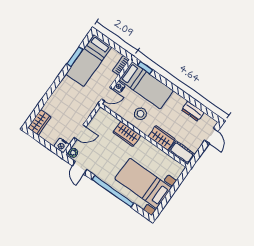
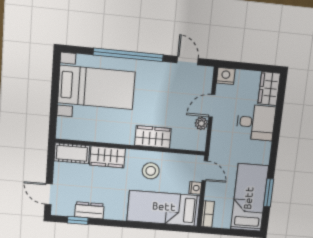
window: (145, 68) -> (78, 220), moved
door: (107, 94) -> (205, 171), swing flipped
desk: (59, 106) -> (256, 122), added
plant: (73, 153) -> (201, 123), moved

